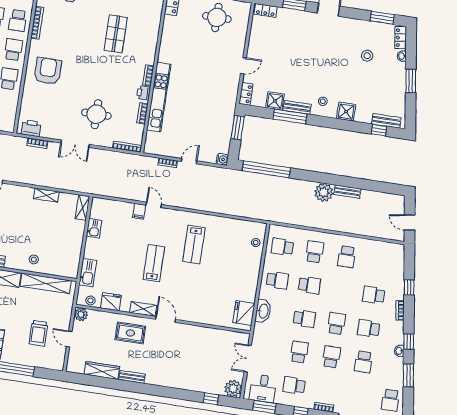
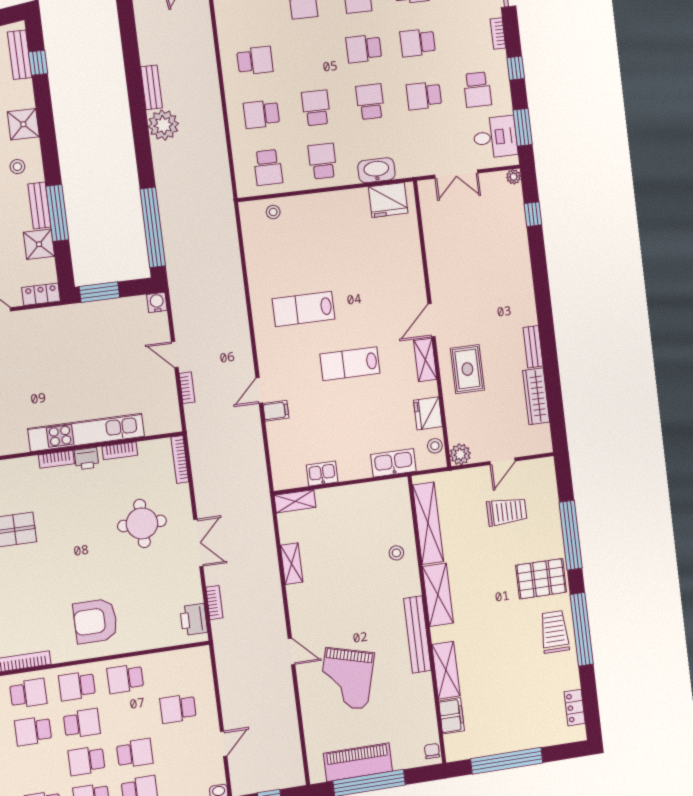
lab bench: (194, 245) -> (304, 309), turned 180
plant: (233, 388) -> (513, 177), width x0.53, depth x0.53

